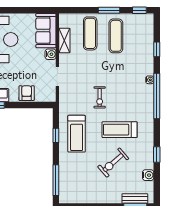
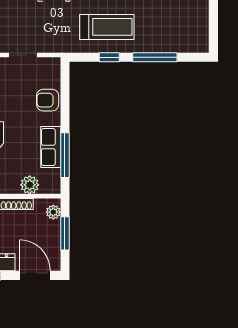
window: (56, 180) -> (155, 57), moved

